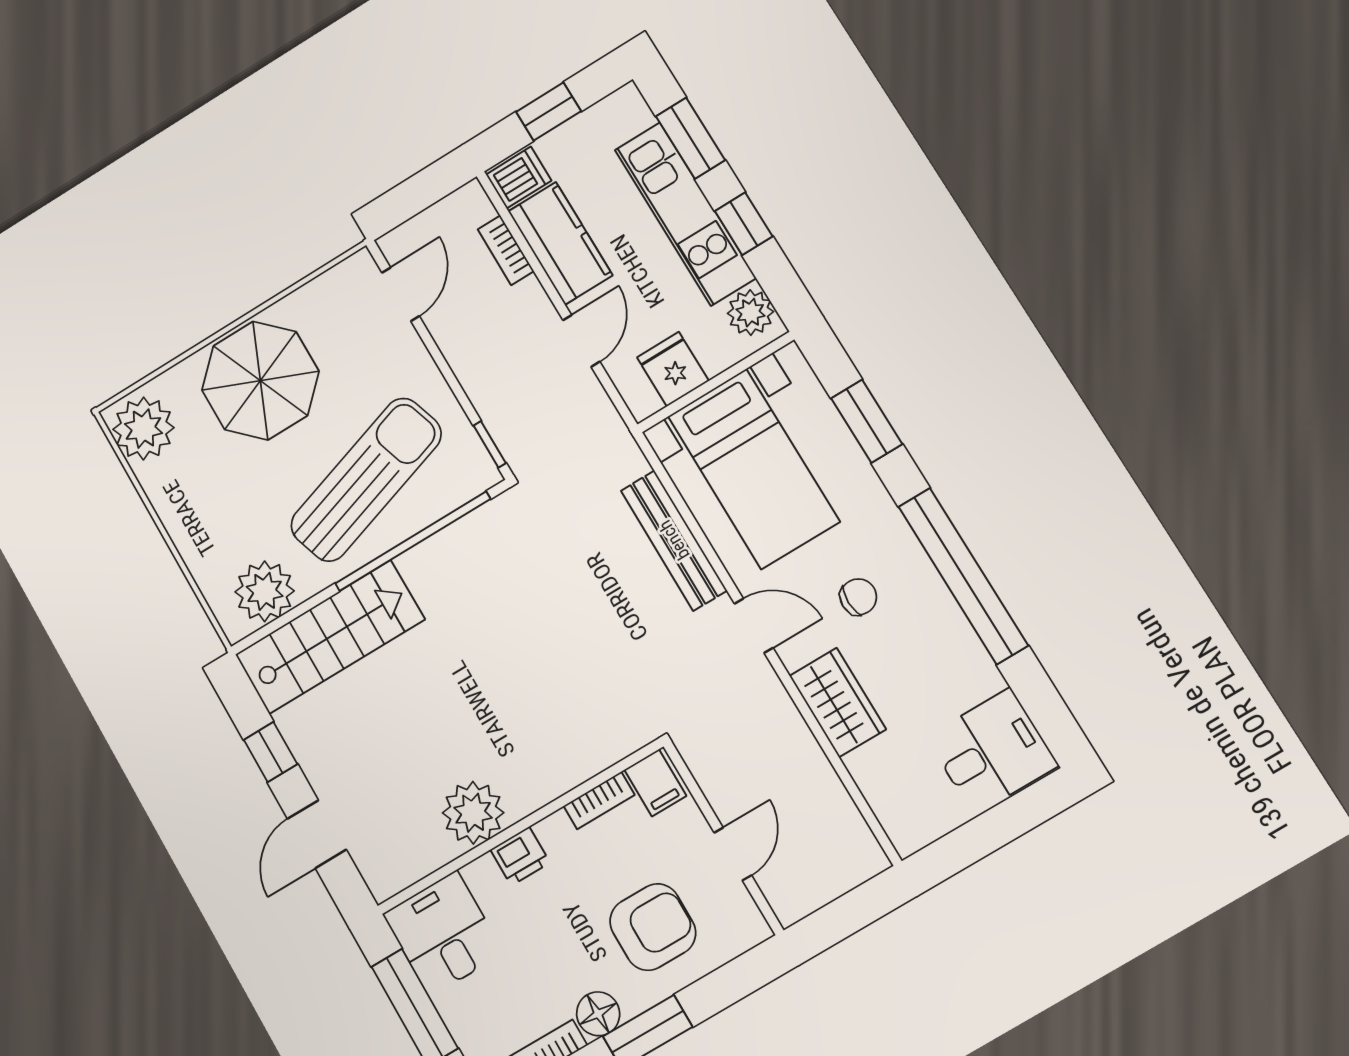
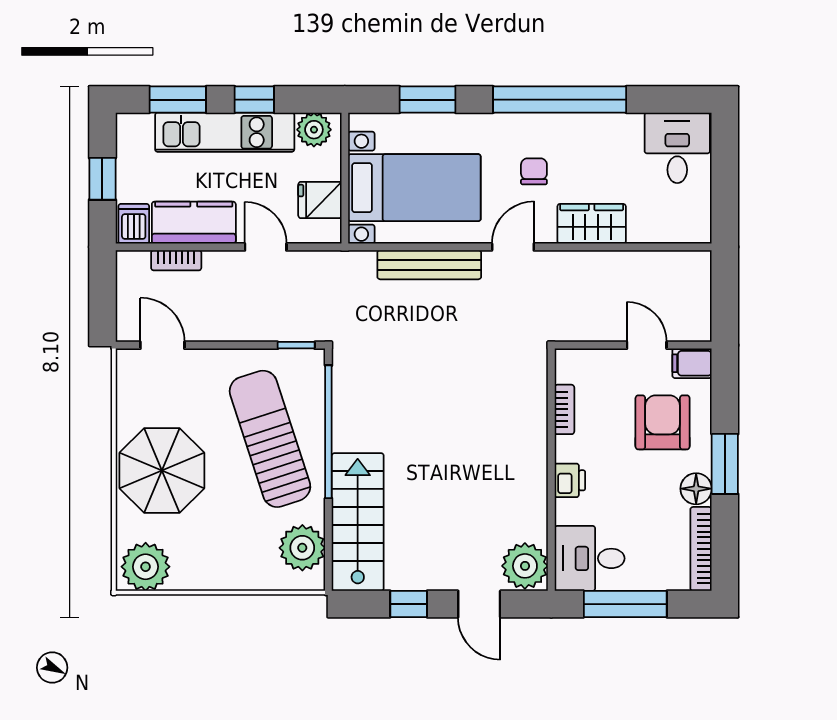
filing cabinet: (655, 783) -> (692, 363), moved, turned 180
plant: (473, 813) -> (525, 566), moved

